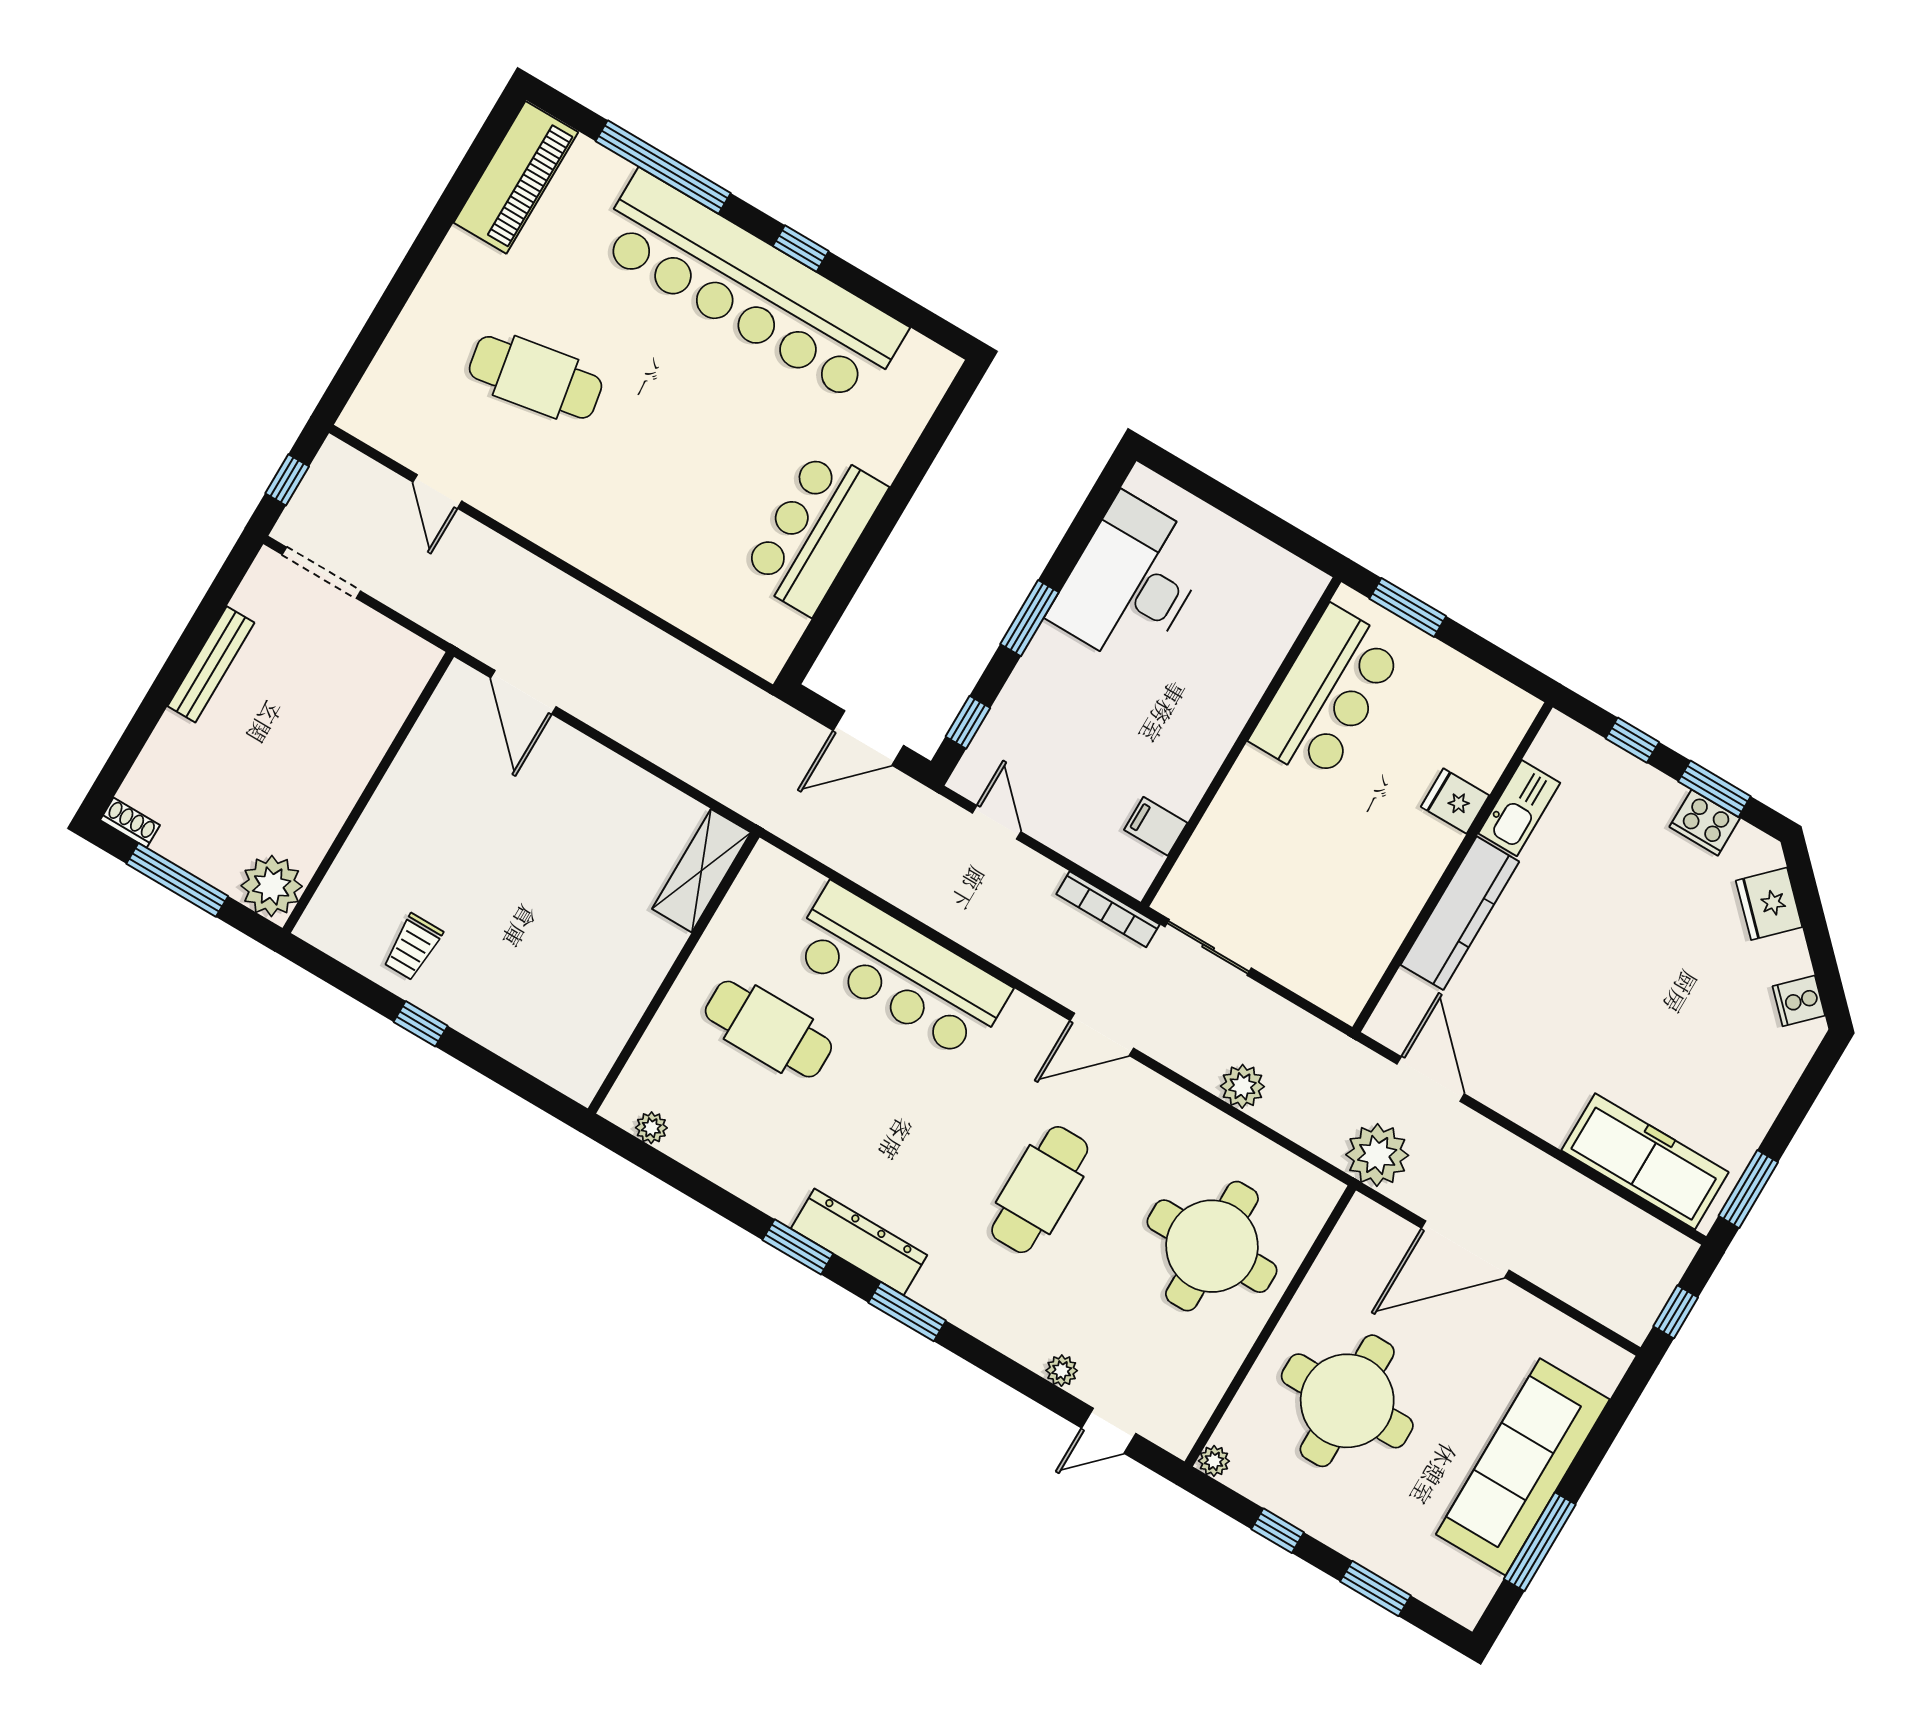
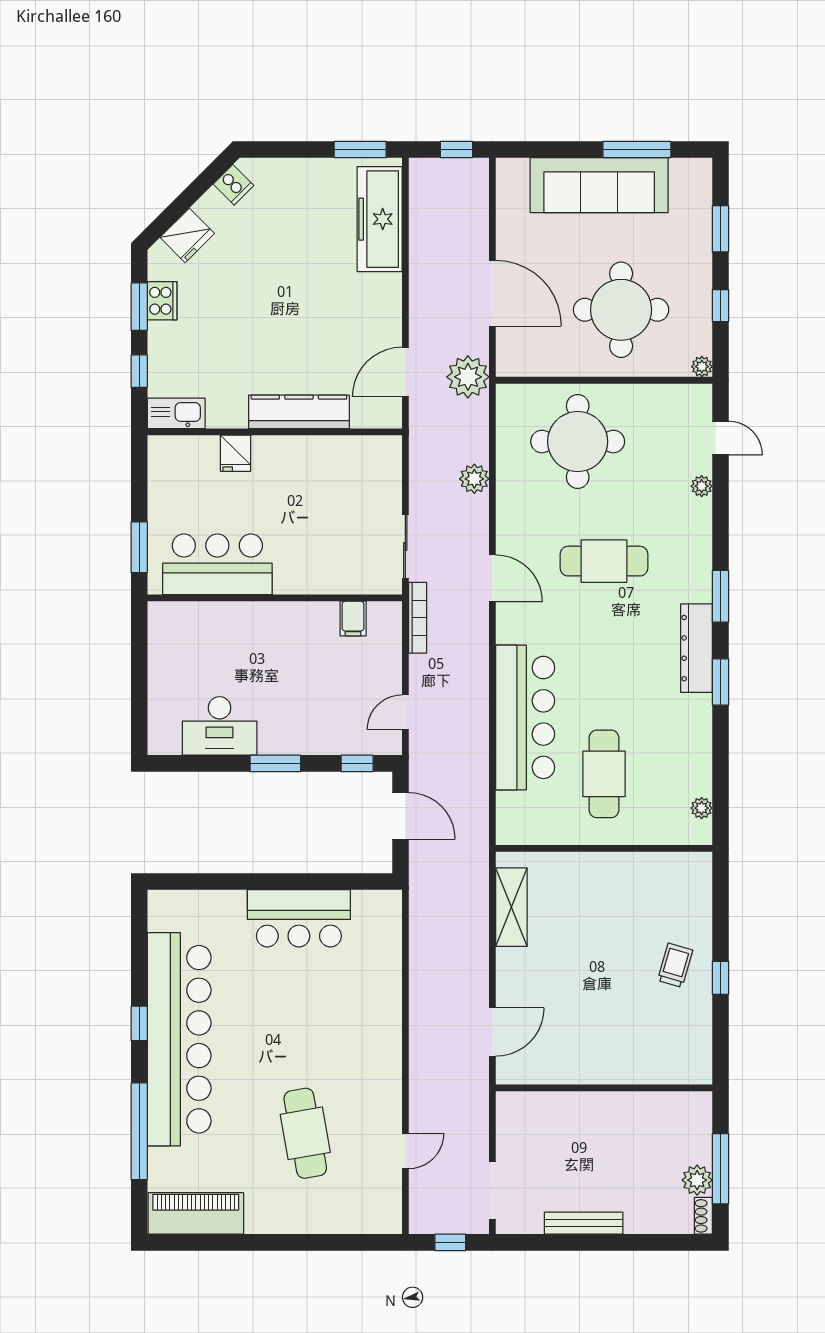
desk: (1131, 582) -> (220, 726), width x0.73, depth x0.77
kitchen sink: (1519, 808) -> (176, 413), moved
shelving: (701, 871) -> (511, 907), moved, turned 90
plant: (272, 886) -> (697, 1180), moved, width x0.73, depth x0.73
trolley: (413, 947) -> (675, 965), moved, turned -74

